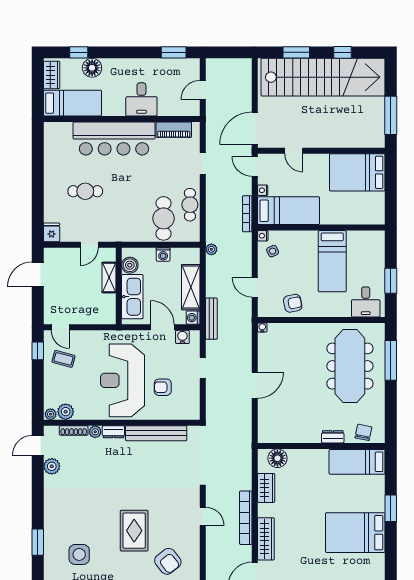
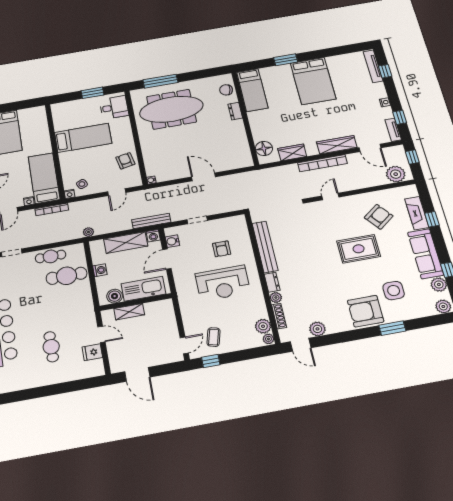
fridge: (52, 232) -> (92, 352), moved
reception desk: (123, 380) -> (223, 283), width x0.74, depth x0.77
armchair: (62, 520) -> (366, 311), added

